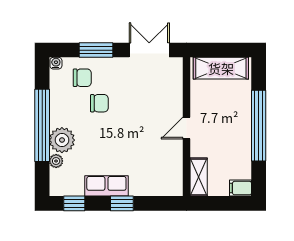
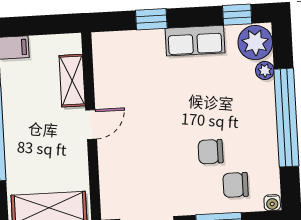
plant: (62, 140) -> (255, 43), moved
shelving: (199, 177) -> (72, 81), moved
window: (122, 203) -> (151, 19), moved

